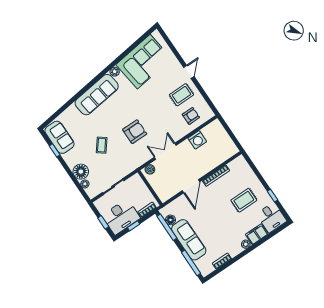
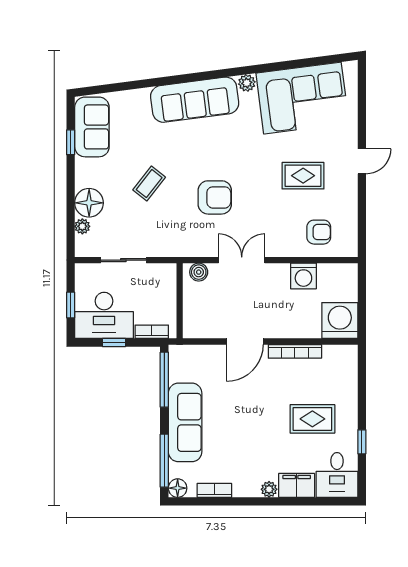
rug: (181, 95) -> (303, 176), moved
washing machine: (227, 149) -> (340, 320), added
floor lamp: (170, 220) -> (178, 488), moved

